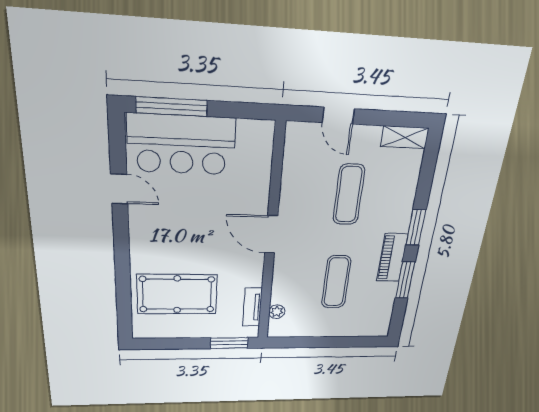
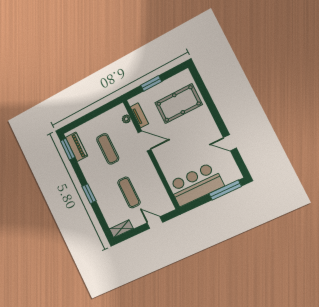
bar counter: (182, 145) -> (196, 184), moved
door: (271, 234) -> (144, 141), moved
piano: (392, 258) -> (76, 147), moved
window: (405, 280) -> (68, 149), moved
window: (229, 343) -> (151, 83), moved

